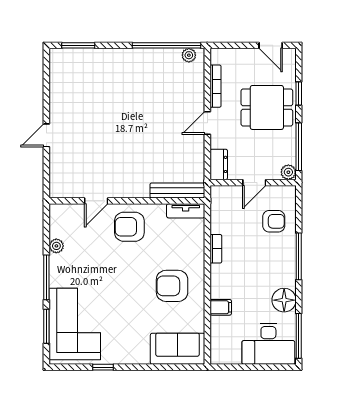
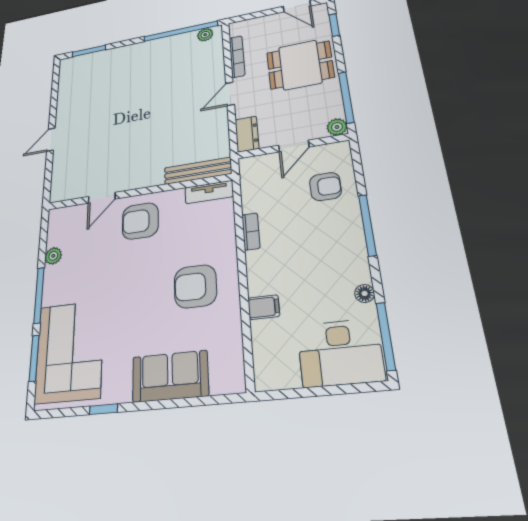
window: (299, 94) -> (334, 25), moved
floor lamp: (284, 300) -> (365, 293), width x0.53, depth x0.53
sofa: (178, 349) -> (170, 376), moved

